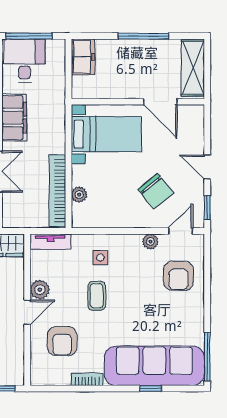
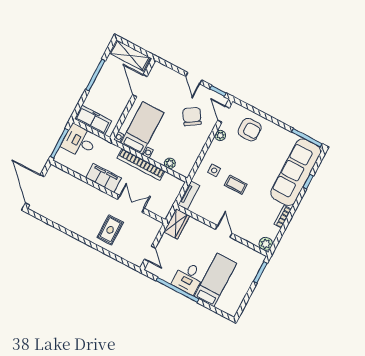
freezer: (83, 57) -> (93, 120), width x1.40
desk: (24, 61) -> (79, 141), moved
door: (160, 102) -> (140, 86), swing flipped
door: (207, 167) -> (194, 78), hinge flipped
bookcase: (57, 191) -> (141, 165), moved
chair: (156, 191) -> (192, 117), turned -84
plant: (40, 290) -> (266, 244), moved
armchair: (62, 341) -> (252, 220), removed

